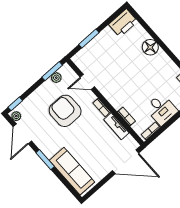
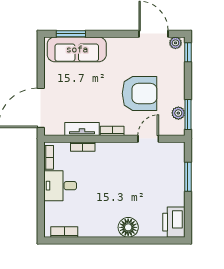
window: (45, 160) -> (71, 34), moved

